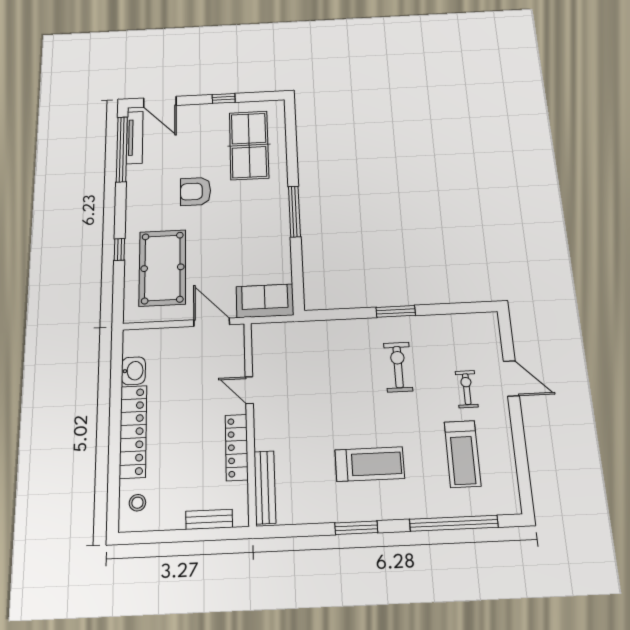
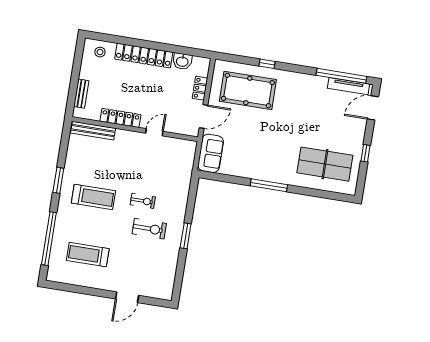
armchair: (196, 191) -> (298, 121), removed
locker: (170, 336) -> (200, 88), added
exercise bike: (467, 389) -> (143, 201), moved
treadmill: (370, 464) -> (93, 197), turned -90

